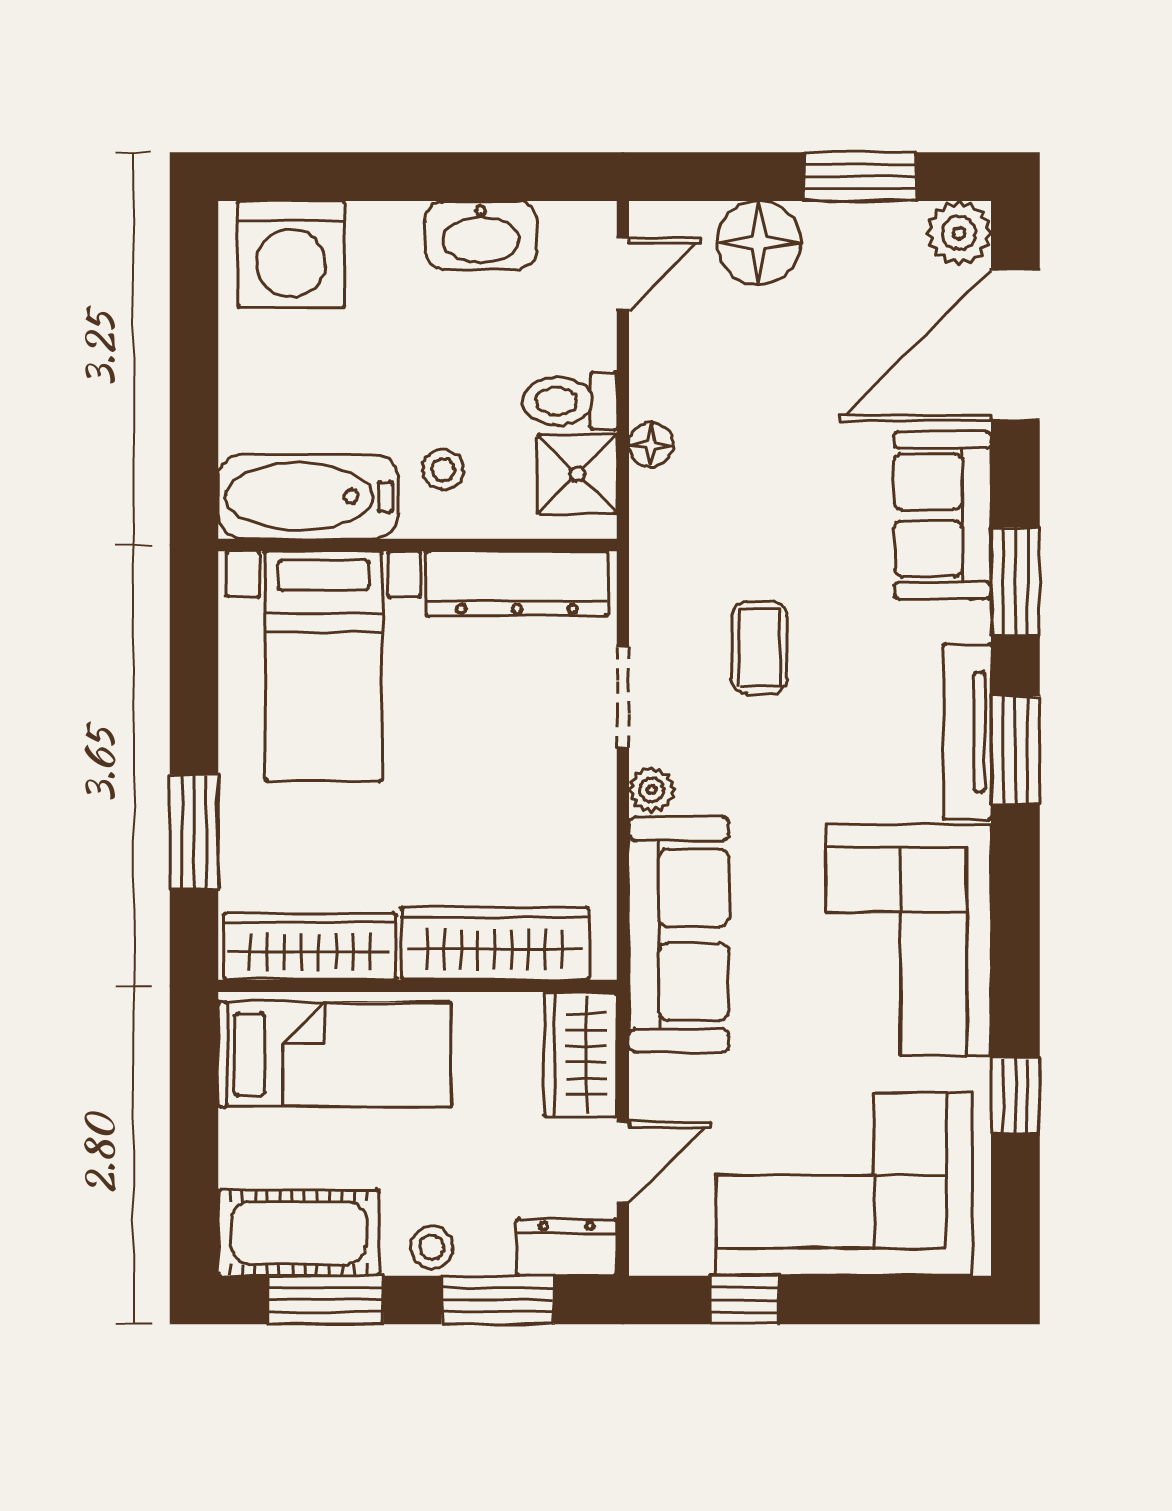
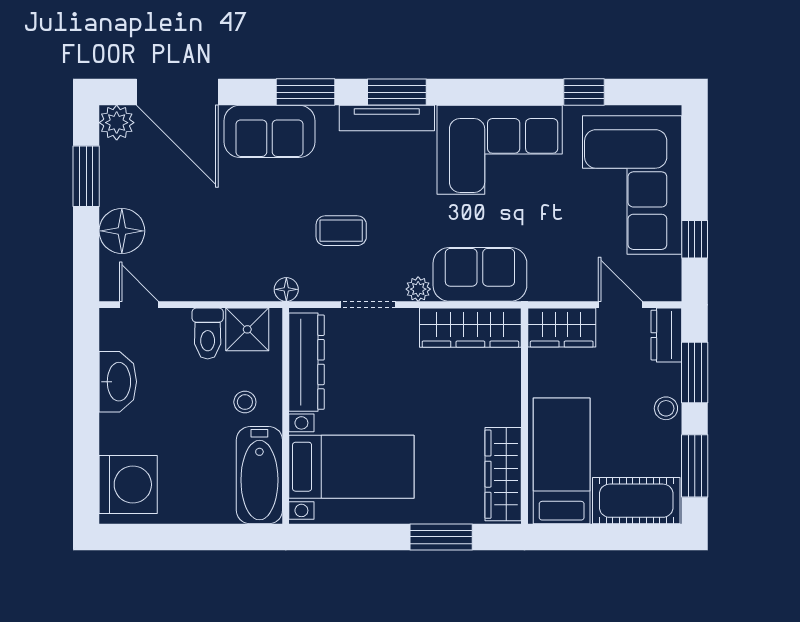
floor lamp: (651, 445) -> (286, 289), moved
sofa: (679, 935) -> (480, 274), width x0.73
wardrobe: (495, 944) -> (470, 328), moved, turned -90
cot: (299, 1233) -> (636, 501), moved, turned 90

